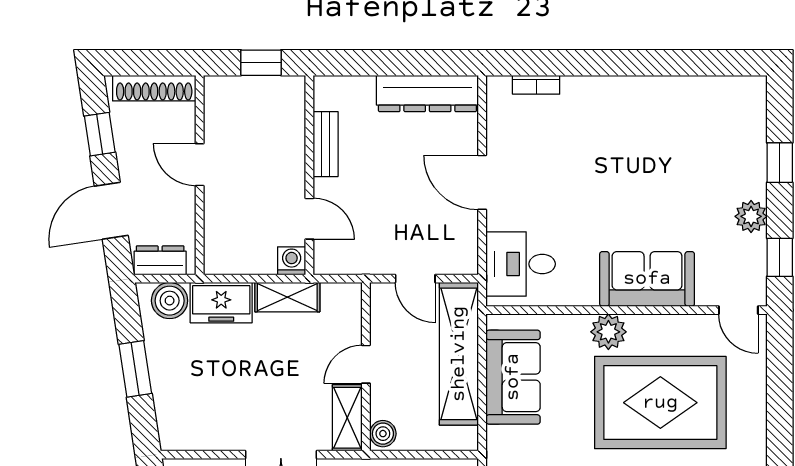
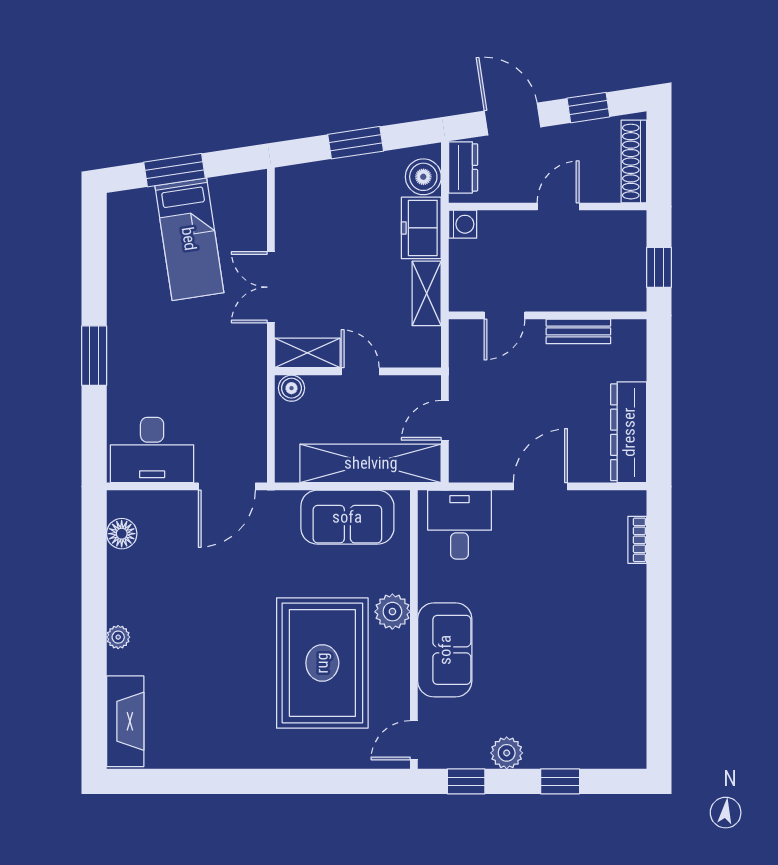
washing machine: (292, 261) -> (463, 224), moved

